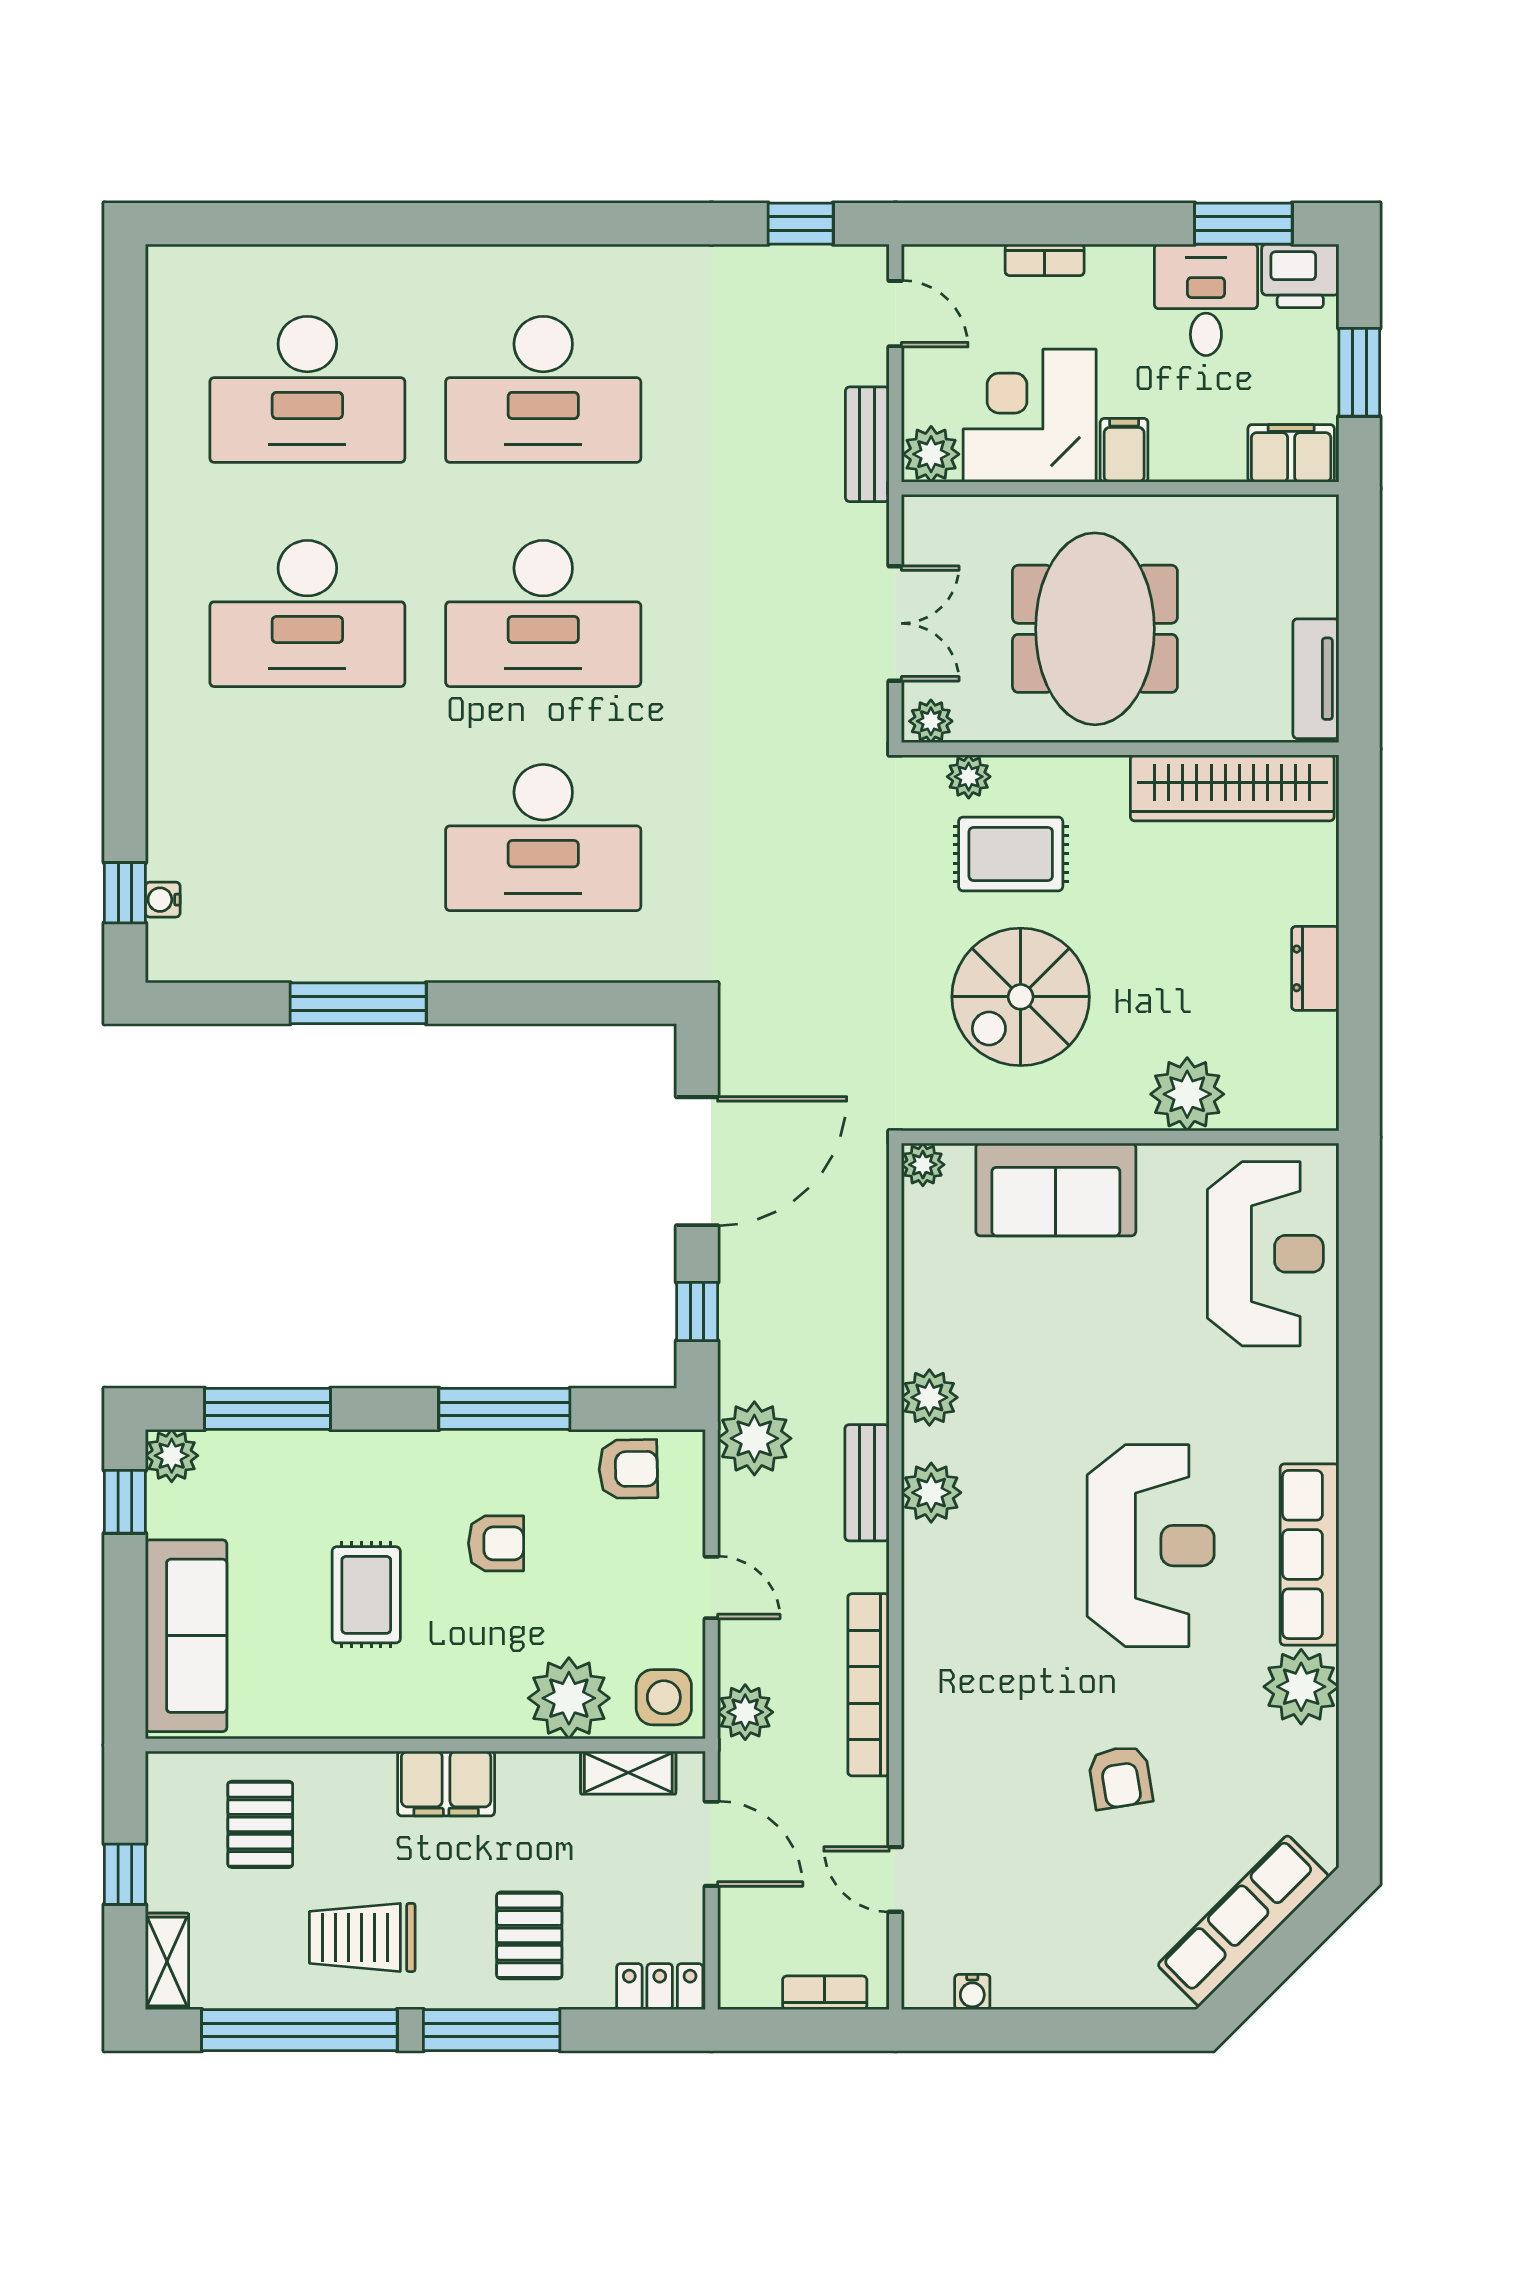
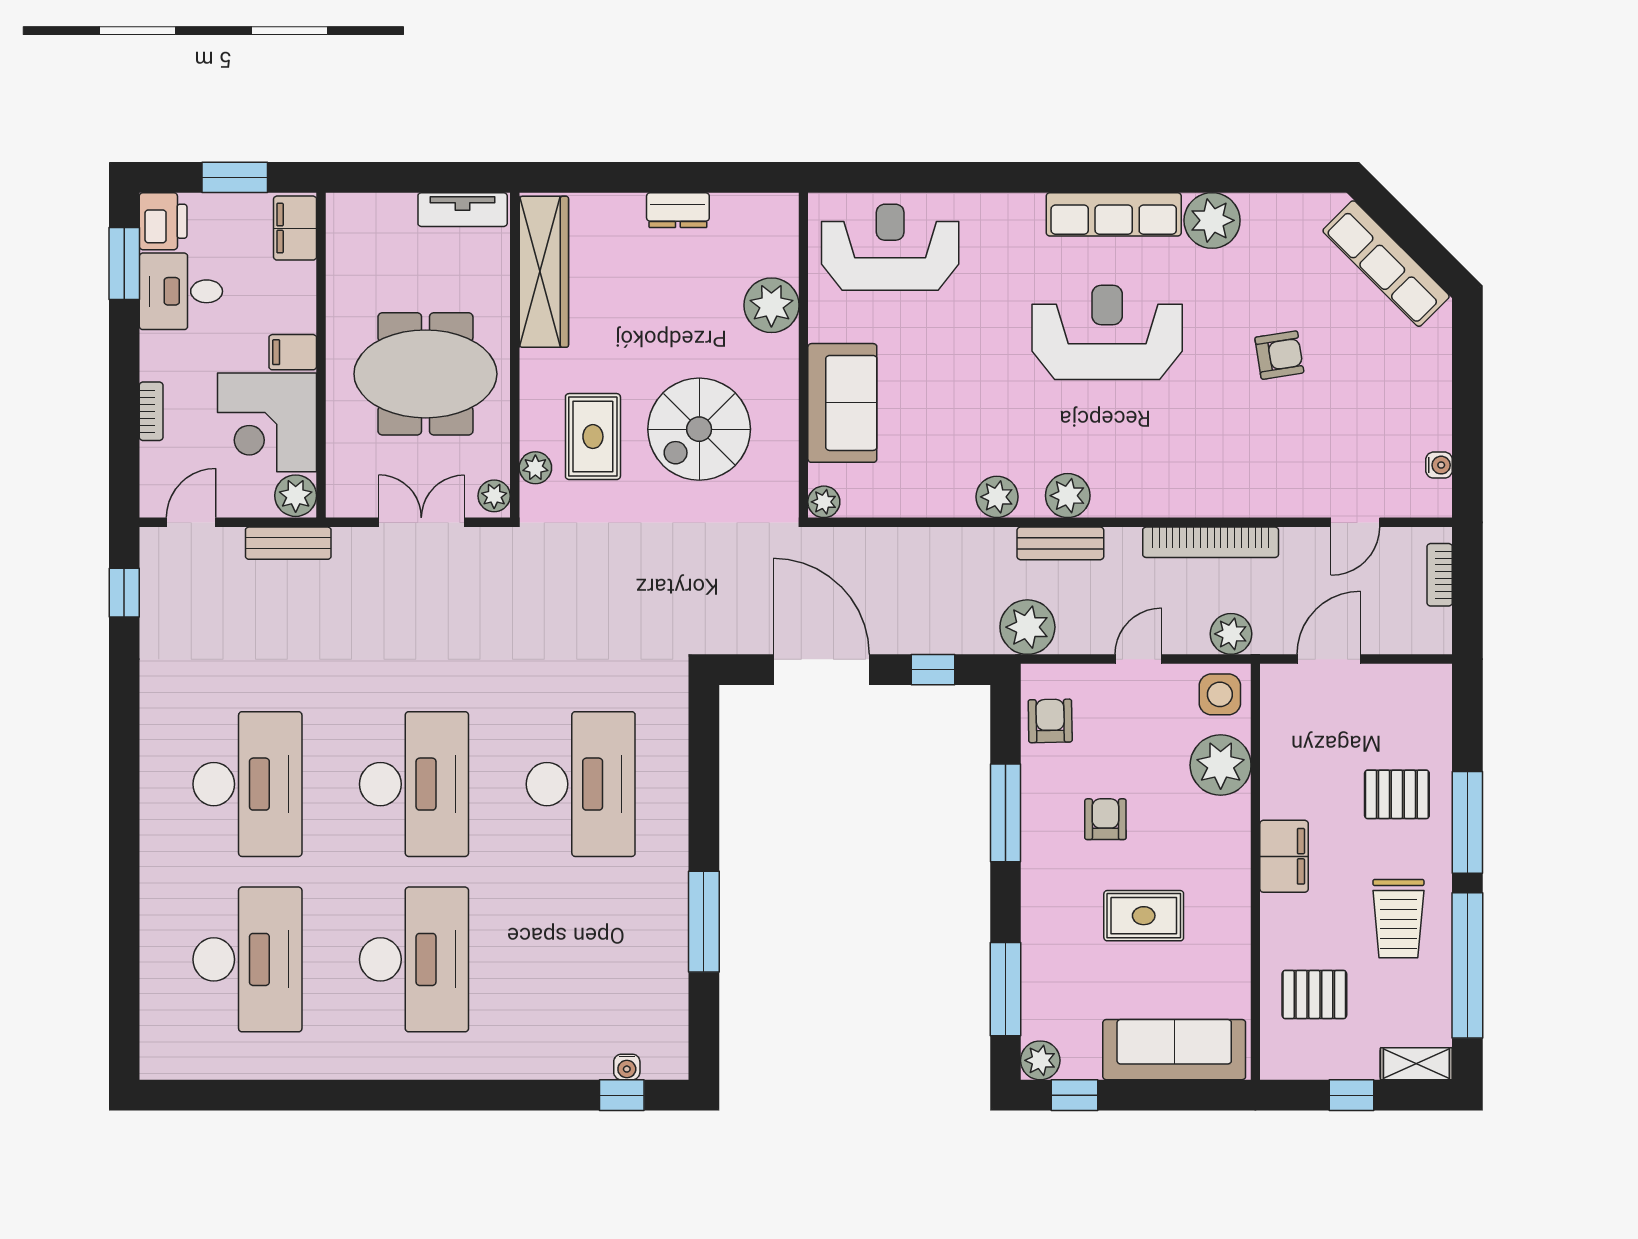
spiral stairs: (1021, 997) -> (699, 429), turned 90
shelving: (628, 1773) -> (1276, 721), removed
locker: (660, 1987) -> (1435, 697), removed

